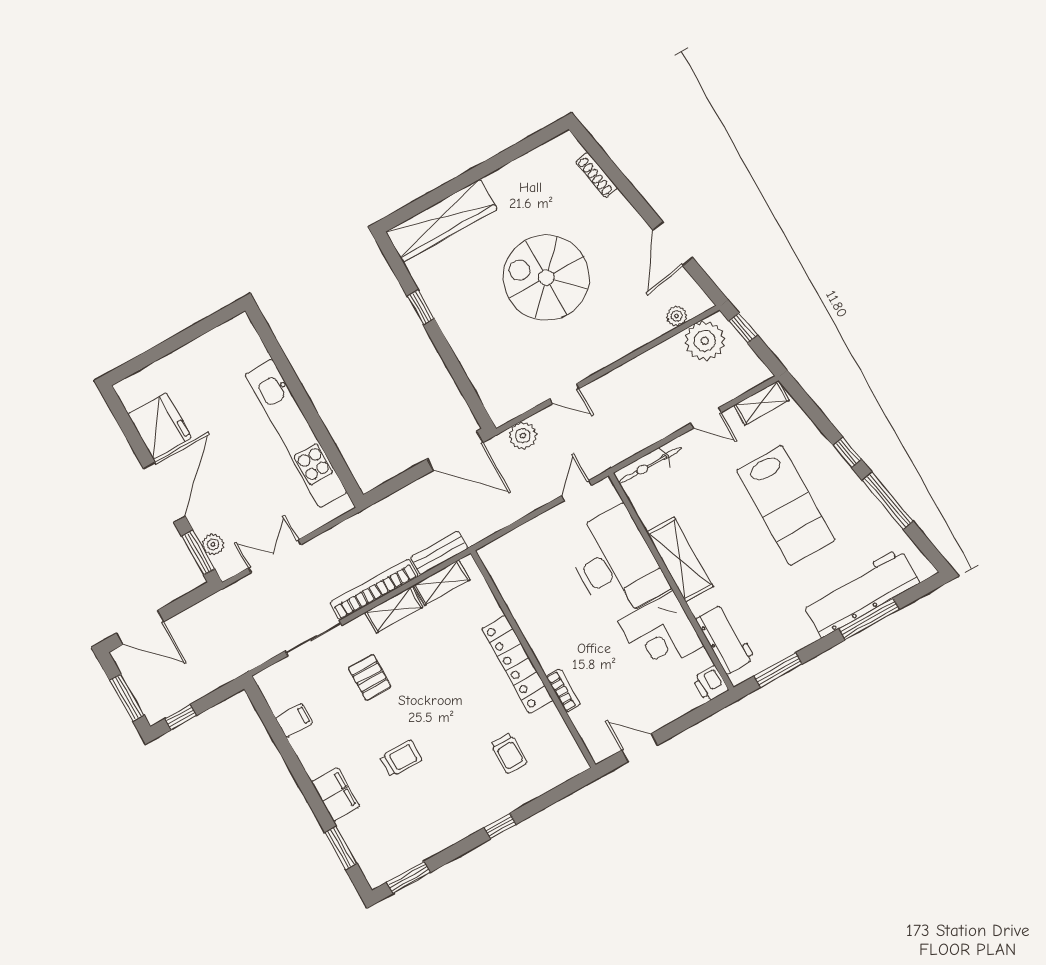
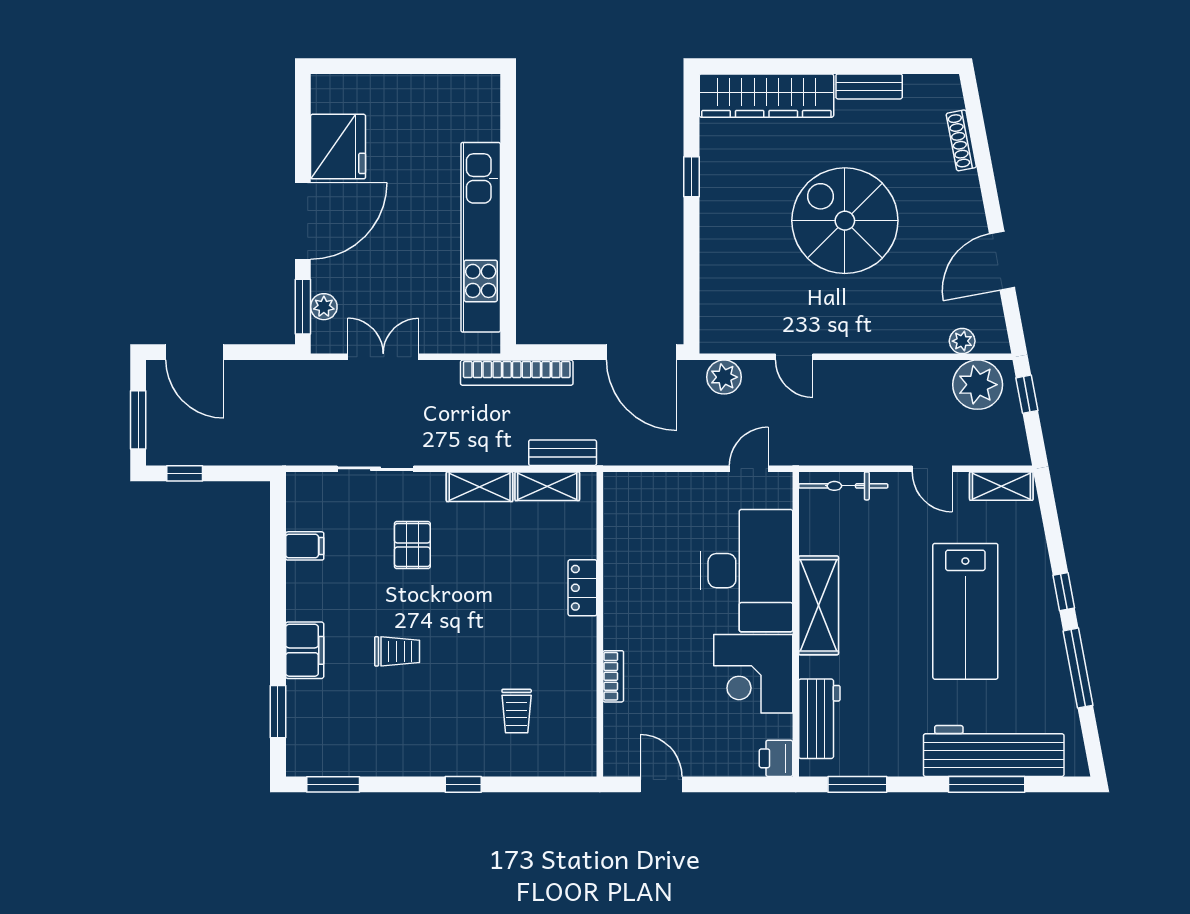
bench: (510, 173) -> (869, 86), added
bookcase: (374, 590) -> (517, 373), moved, turned 180
locker: (517, 664) -> (582, 588), width x0.46, depth x0.83

